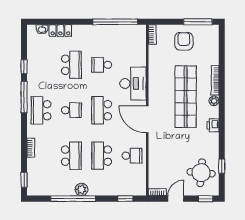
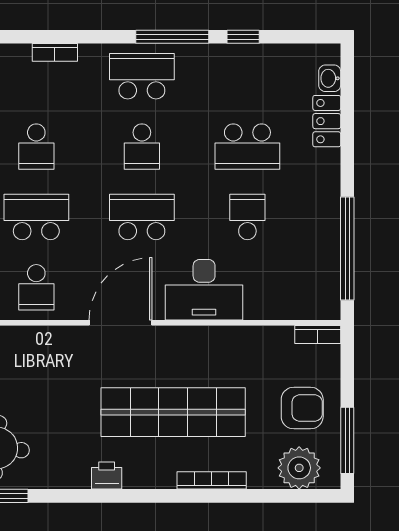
plant: (214, 101) -> (299, 468), moved, width x1.88, depth x1.88
school desk: (71, 156) -> (36, 147), width x0.54

